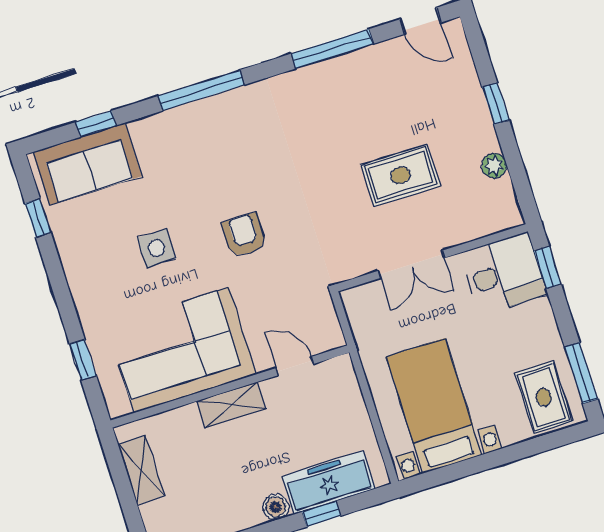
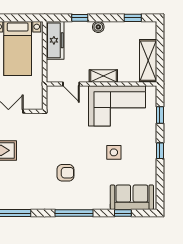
window: (38, 218) -> (160, 151), moved
armchair: (244, 235) -> (65, 173), moved, turned -90
shelving: (141, 470) -> (148, 61), width x1.50, depth x1.33
freezer: (329, 483) -> (55, 40), moved, turned -90

